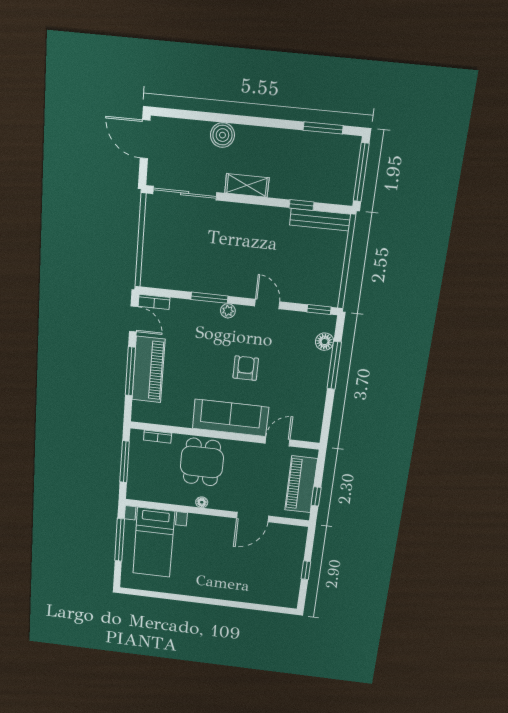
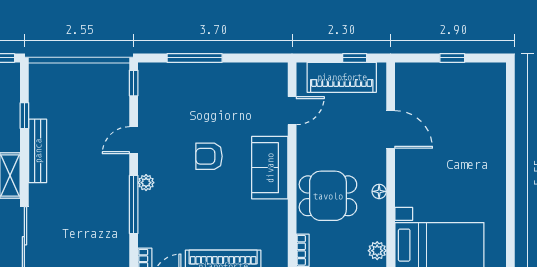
bench: (320, 220) -> (38, 151), moved
window: (209, 298) -> (134, 204), width x1.44
floor lamp: (325, 342) -> (169, 72), removed
sofa: (230, 418) -> (270, 168), width x0.73
door: (277, 442) -> (292, 111), swing flipped
plant: (153, 495) -> (377, 251), added

